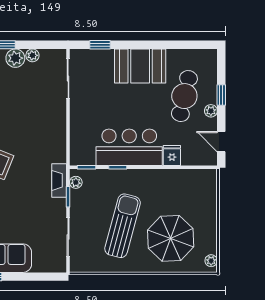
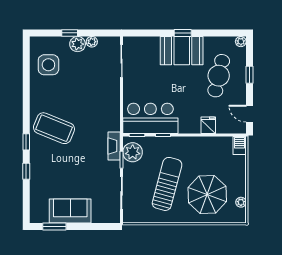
window: (100, 45) -> (183, 33), moved
plant: (211, 111) -> (241, 42), moved
bar counter: (129, 147) -> (150, 118), moved
barbecue: (209, 180) -> (240, 146), added
plant: (76, 182) -> (133, 152), width x1.87, depth x1.87
plant: (211, 261) -> (241, 202), moved

